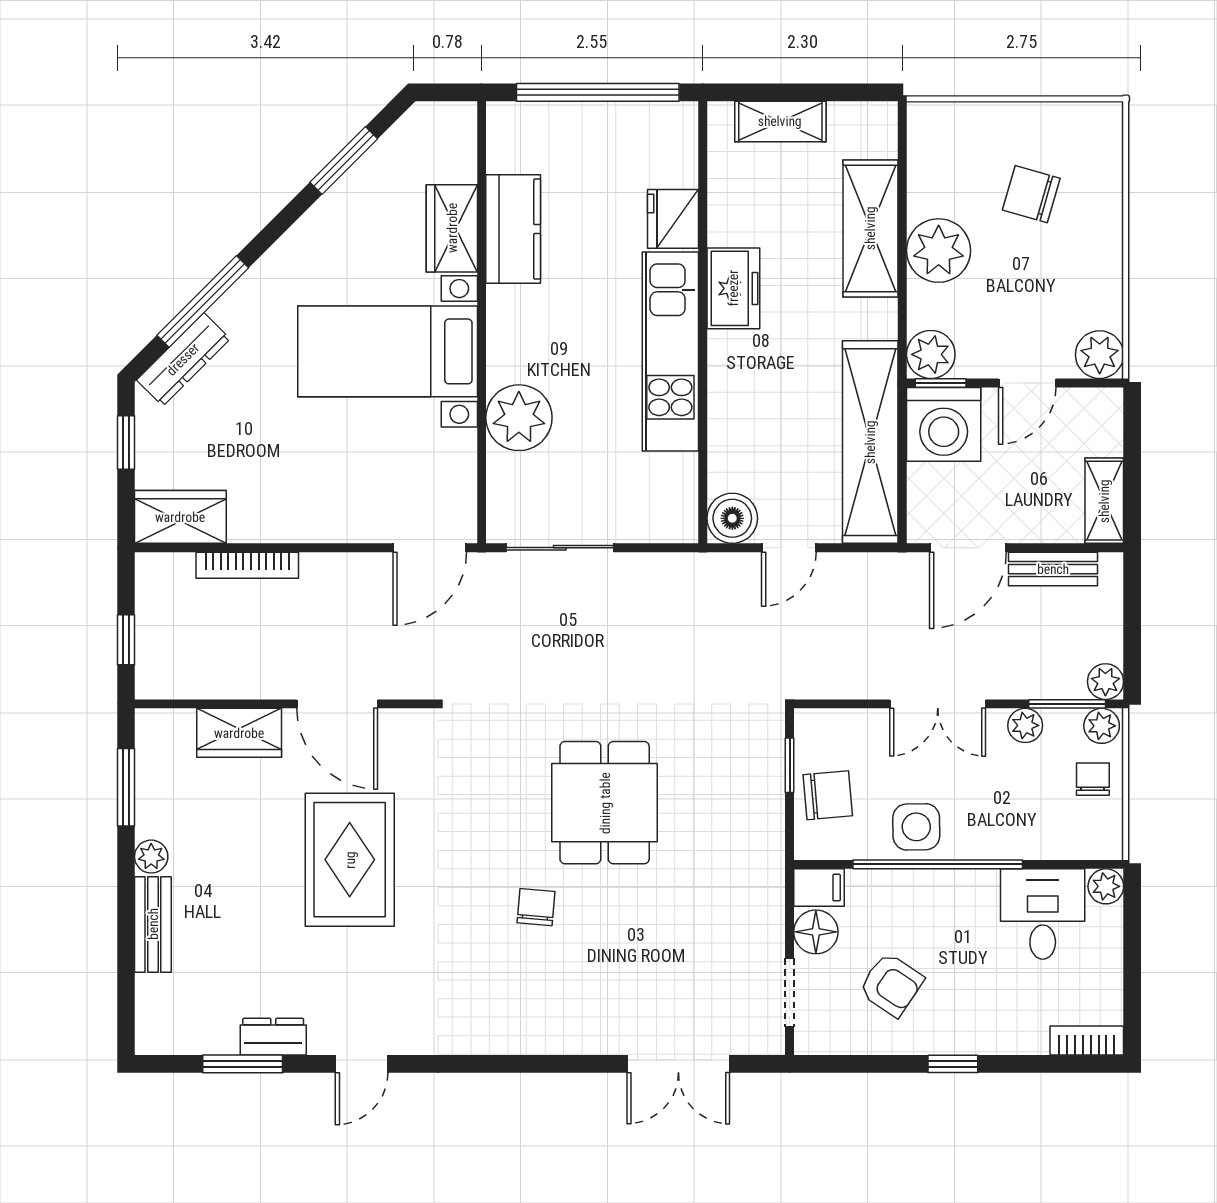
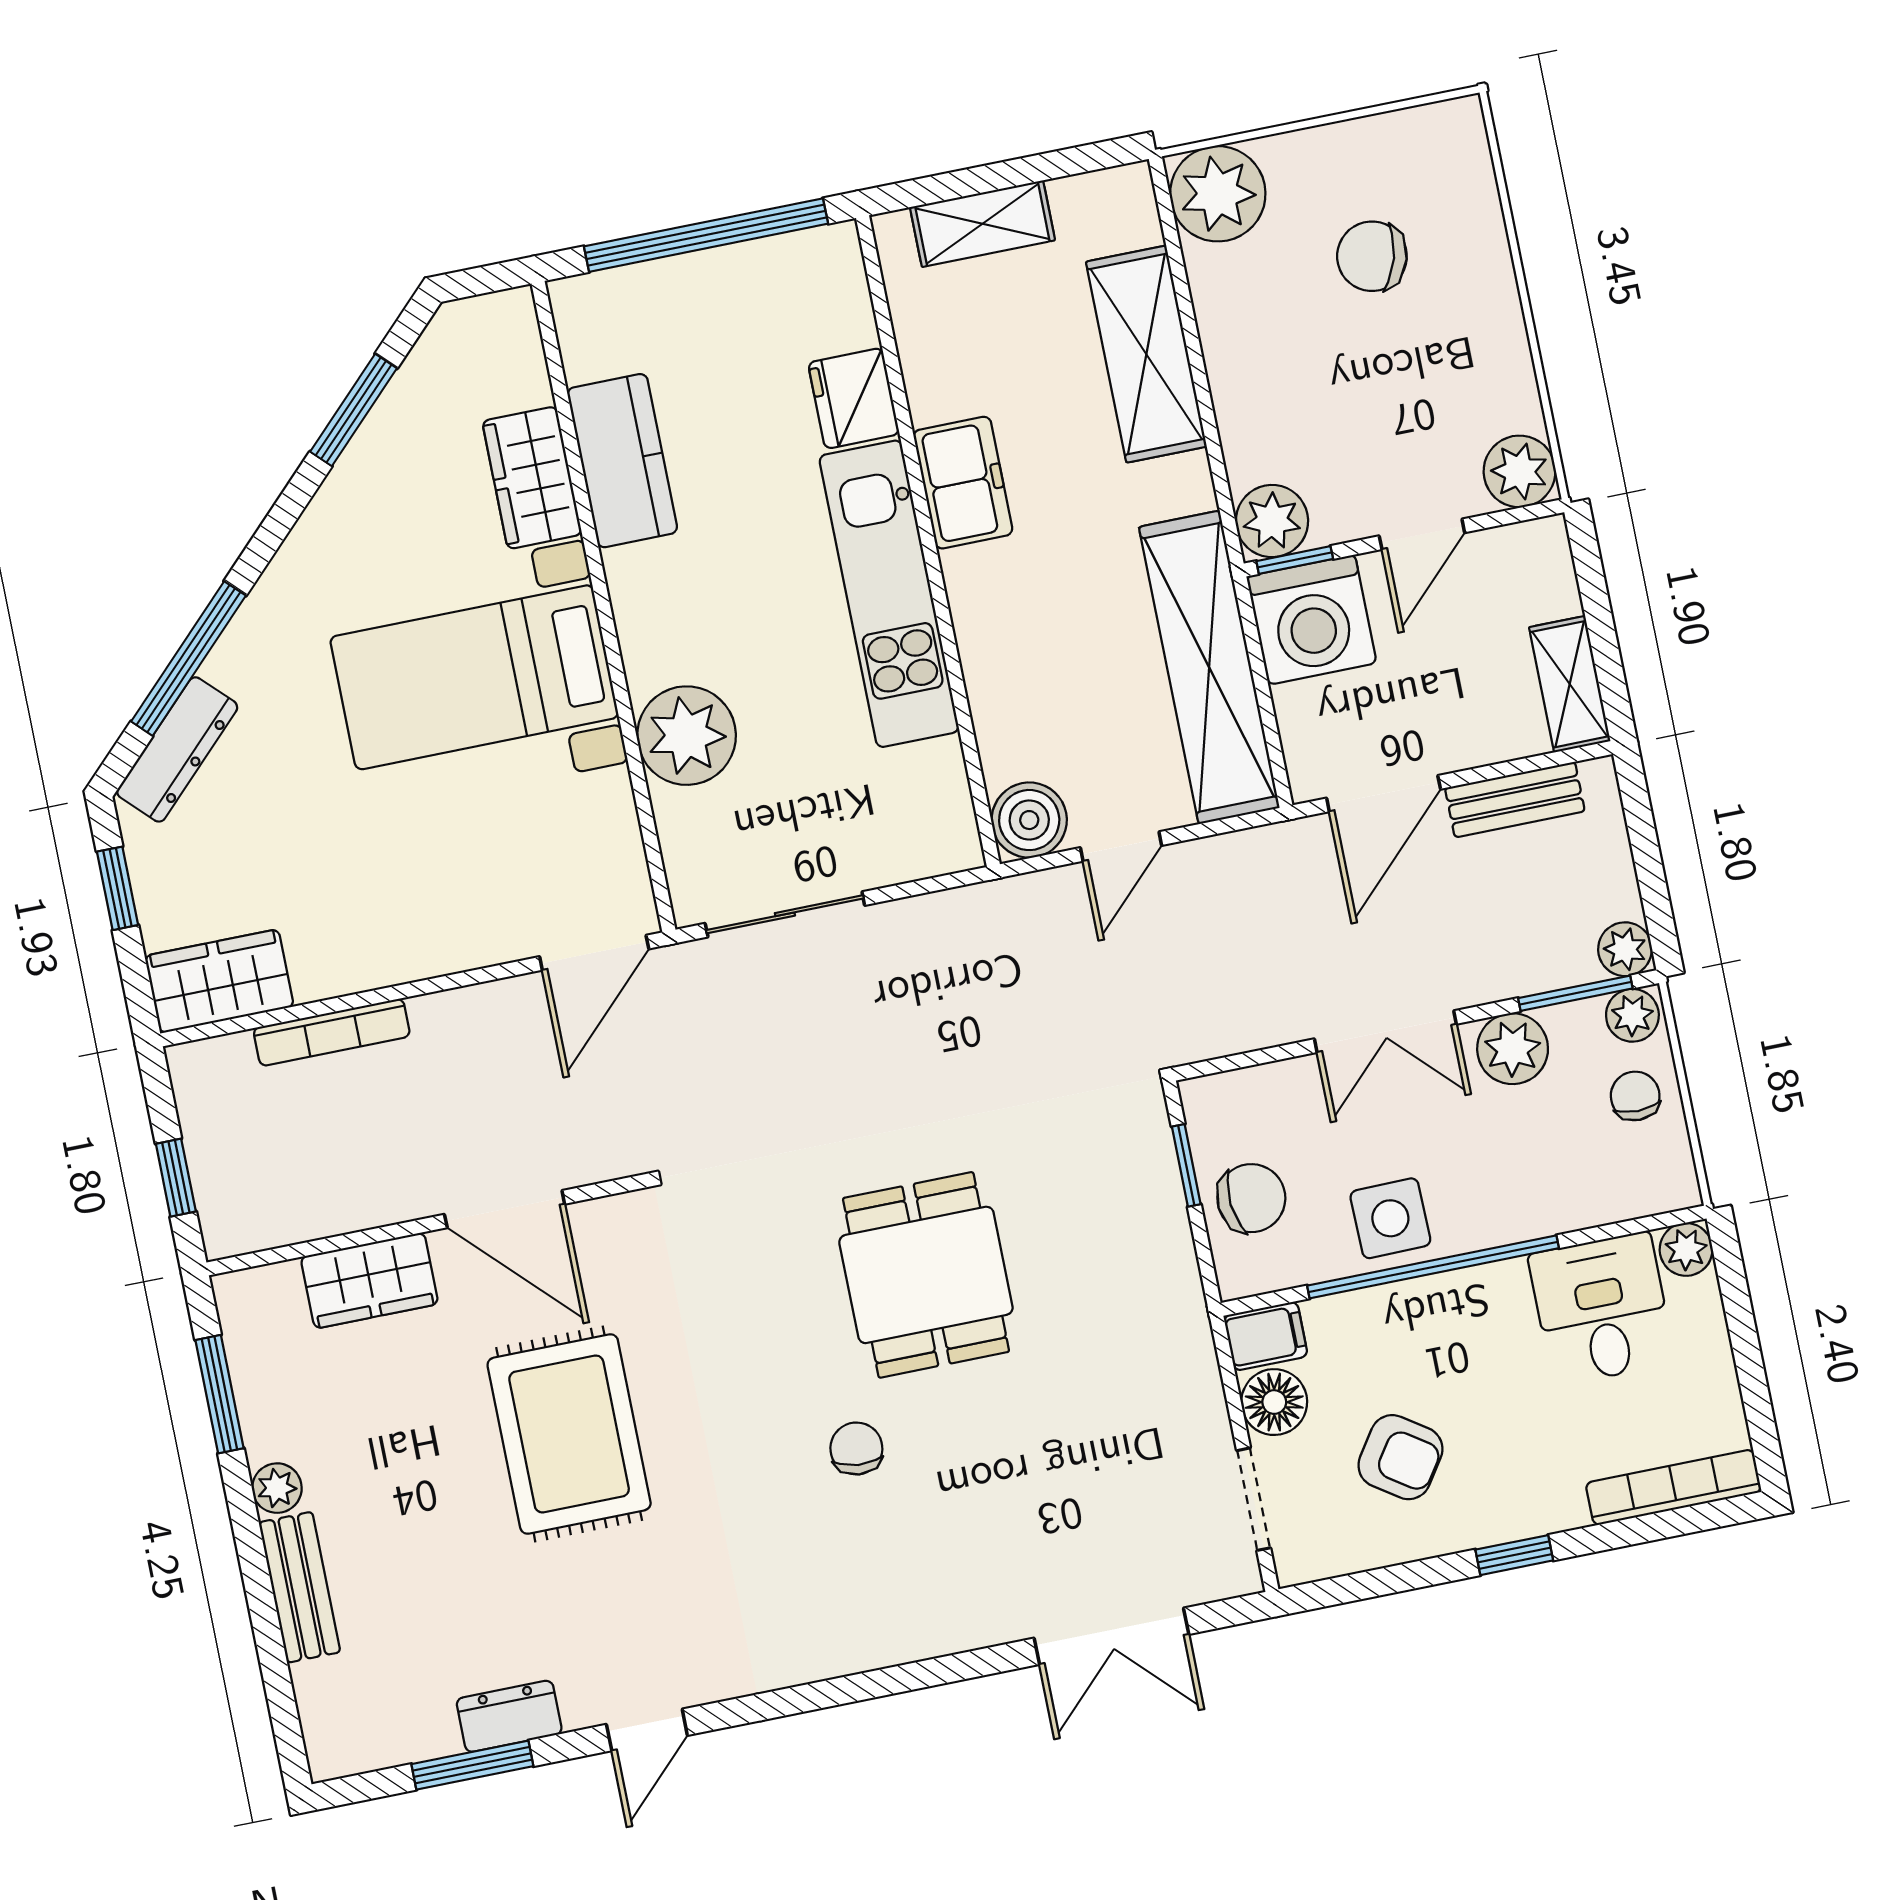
plant: (939, 251) -> (1218, 194), moved
plant: (1025, 725) -> (1513, 1049), width x1.38, depth x1.38
bookcase: (1087, 1041) -> (1673, 1487), width x1.56

